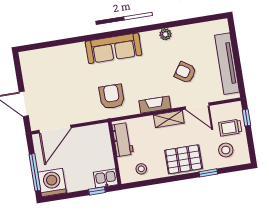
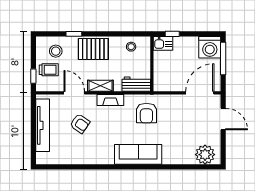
plant: (165, 34) -> (205, 155), moved, width x1.88, depth x1.88
workbench: (123, 140) -> (136, 84), moved, turned 90

